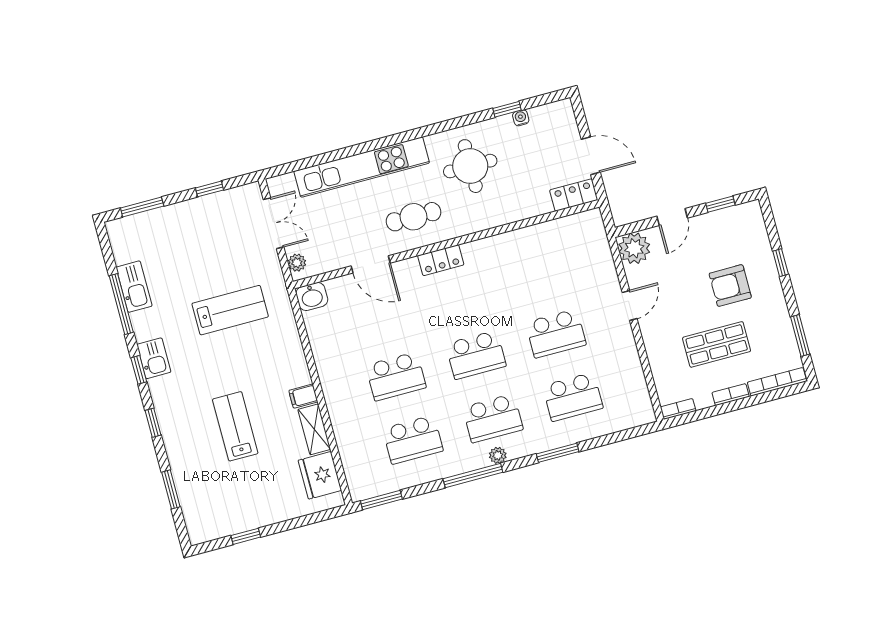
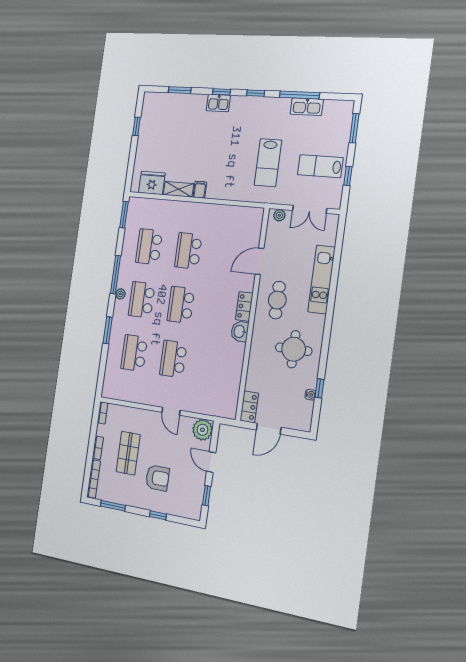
kitchen unit: (362, 167) -> (321, 279), width x0.73
armchair: (730, 286) -> (157, 478), turned 90
washbasin: (312, 297) -> (240, 331), moved
kitchen sink: (154, 358) -> (218, 103), moved
lab bench: (235, 426) -> (320, 166), moved, turned 180

